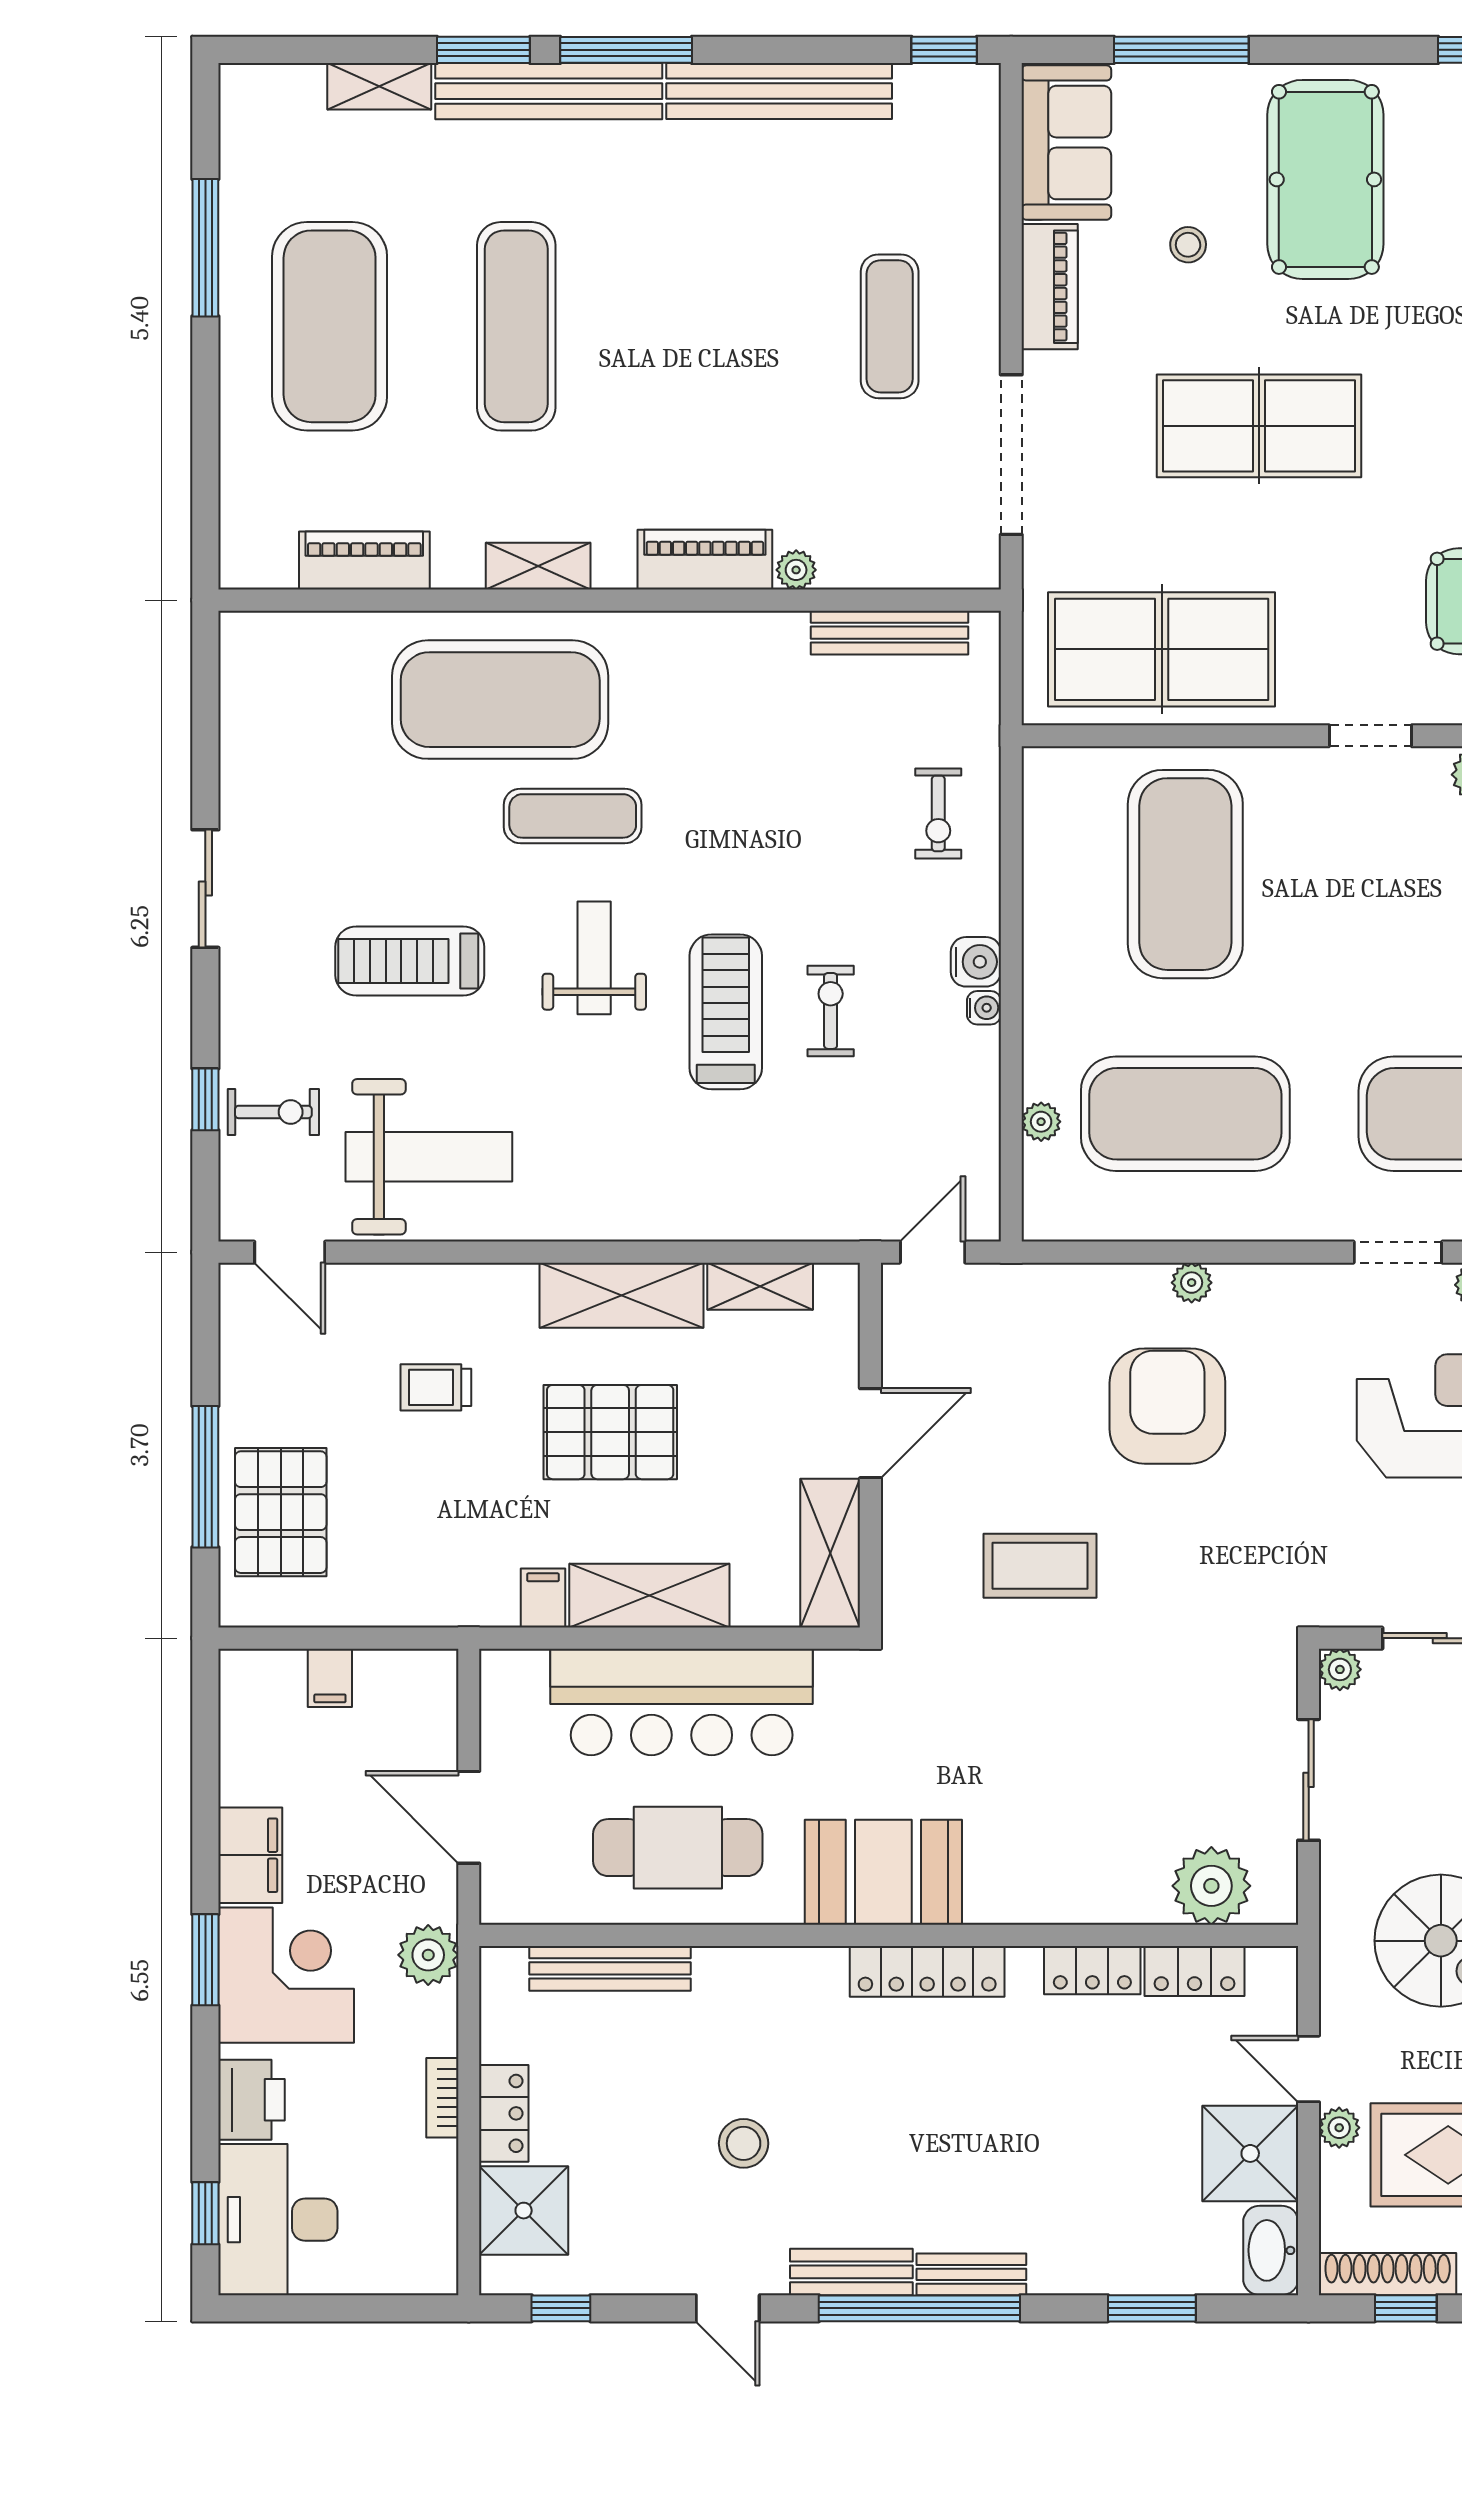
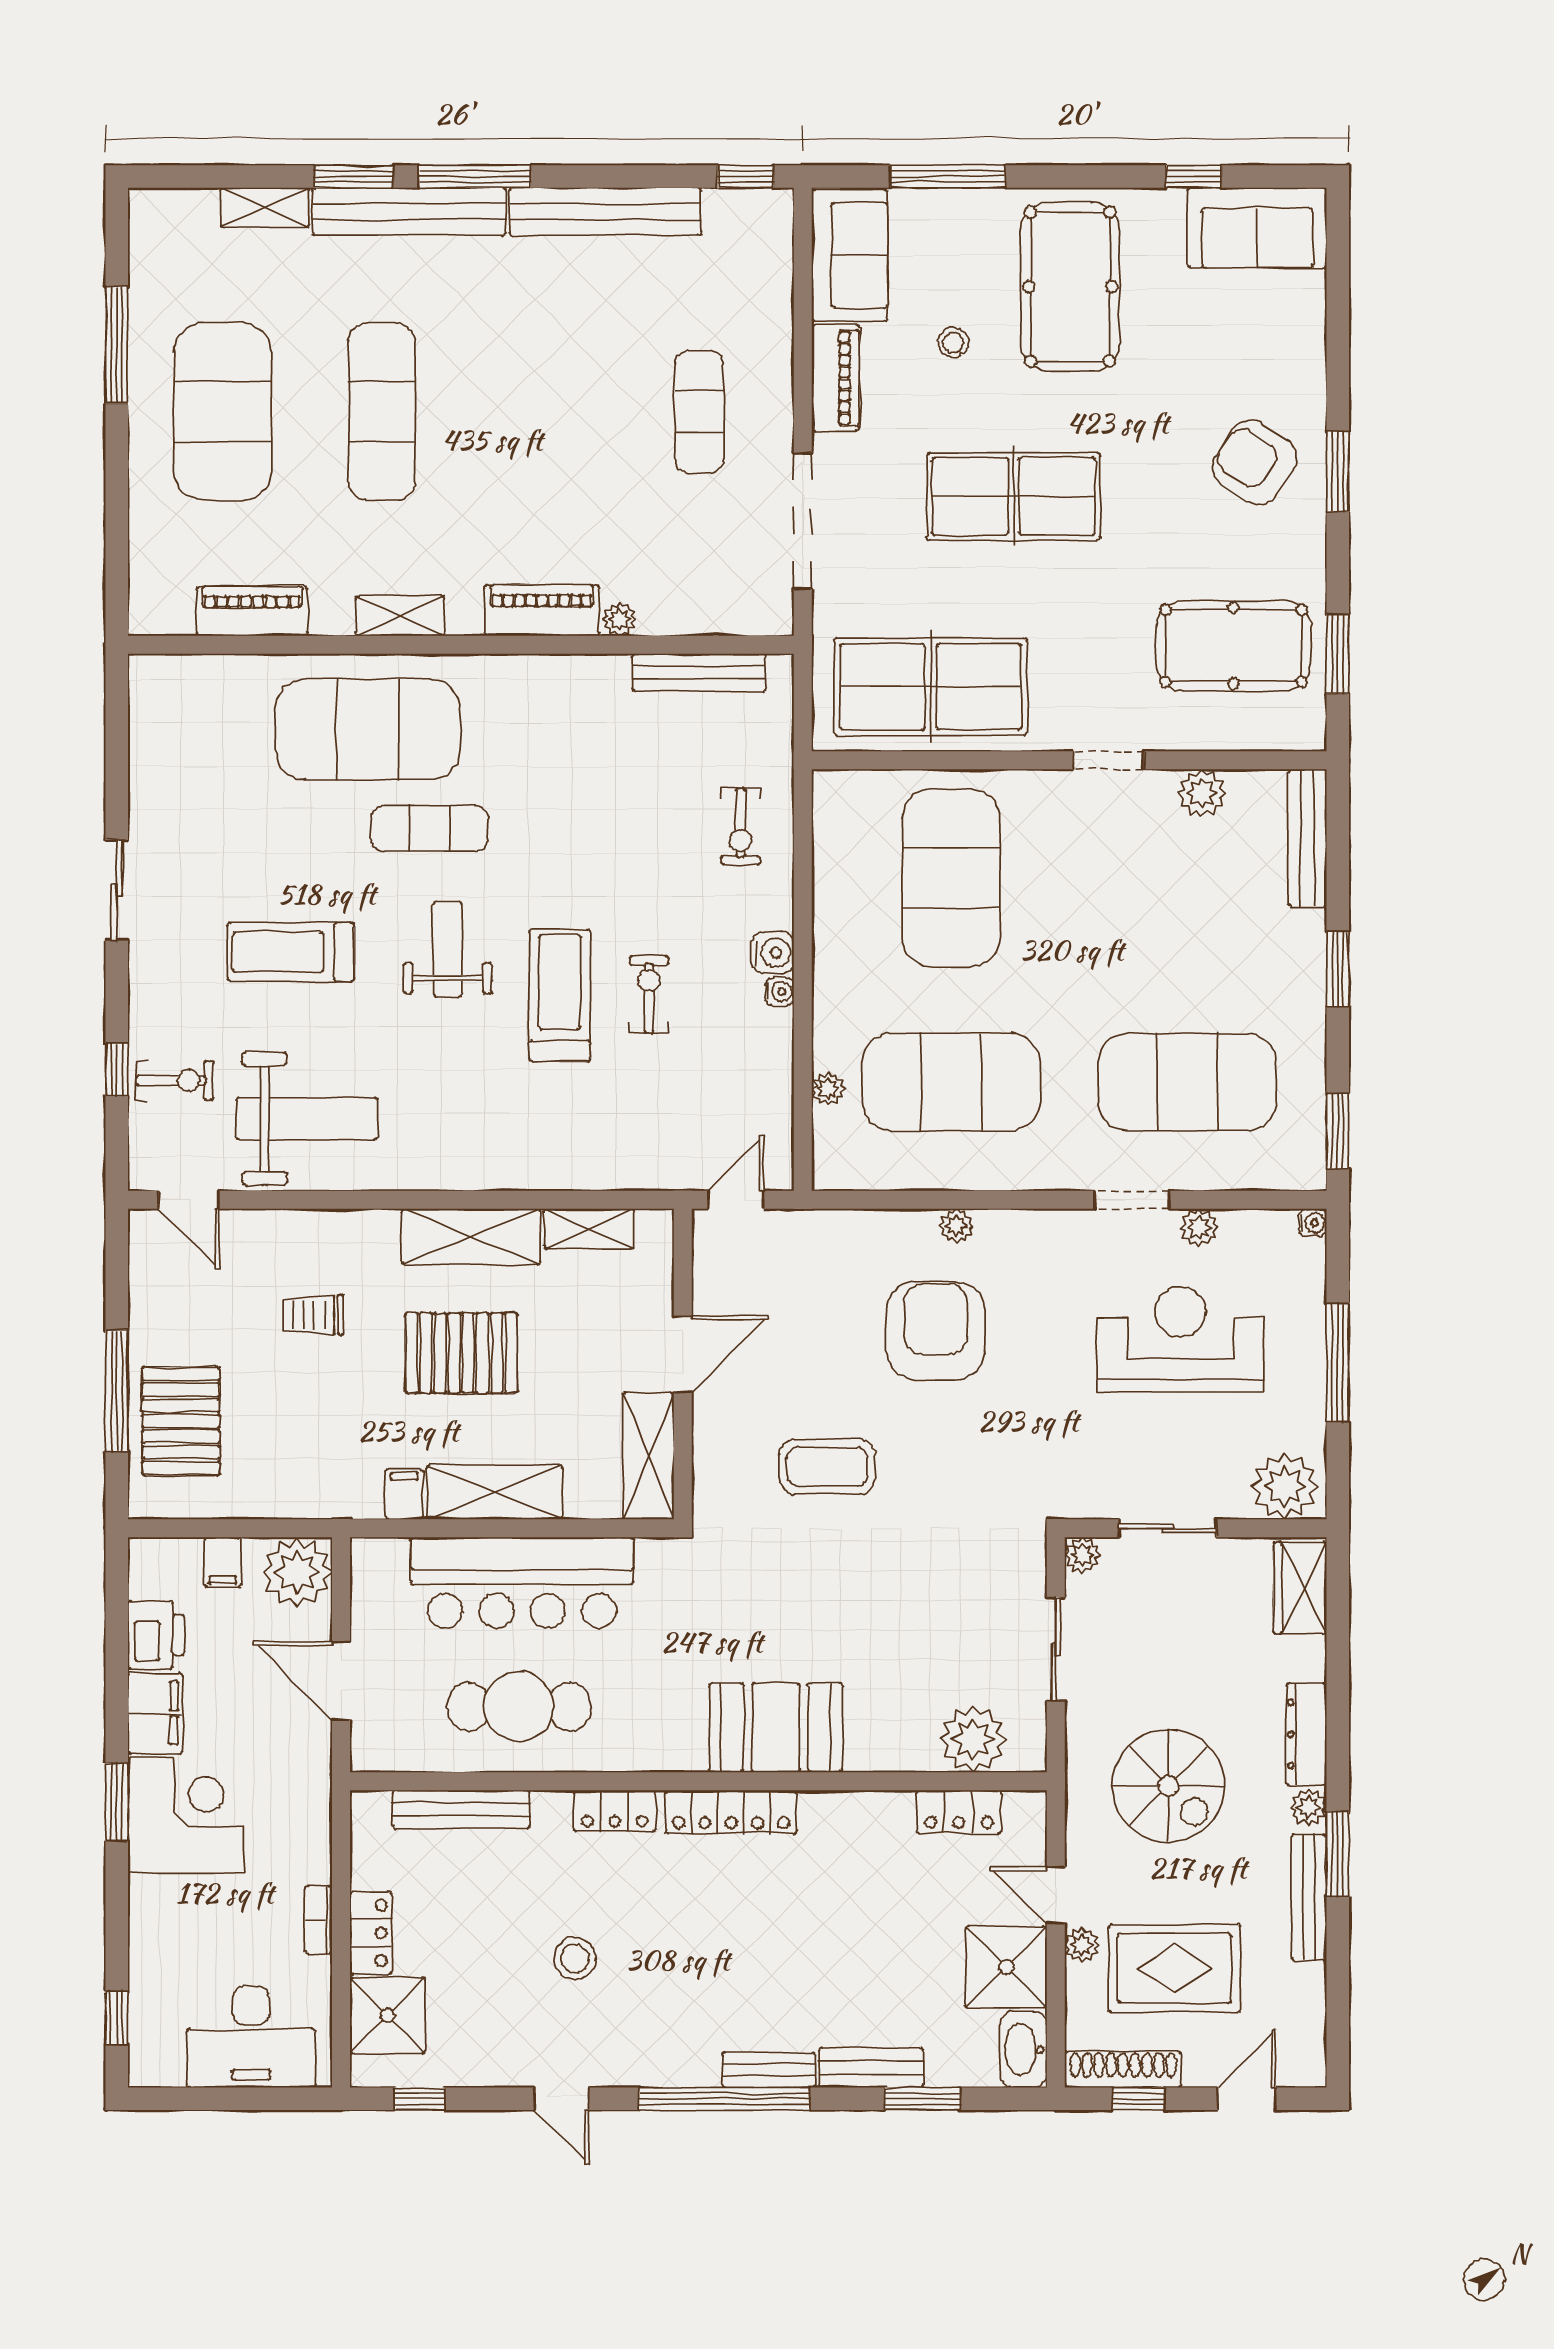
booth: (883, 1872) -> (776, 1728), moved
plant: (428, 1955) -> (297, 1572), moved, width x1.36, depth x1.36
locker: (1092, 1970) -> (615, 1811), moved
printer: (252, 2100) -> (156, 1635), moved
desk: (278, 2220) -> (251, 2037), moved, turned -90
bench: (851, 2272) -> (871, 2068), moved

